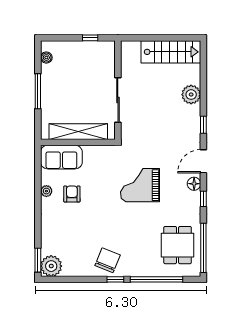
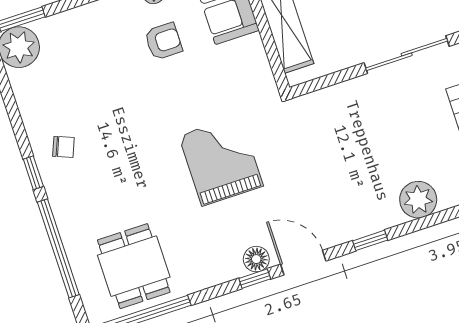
sliding door: (118, 100) -> (407, 55), moved
window: (203, 199) -> (255, 279), moved
dining table: (178, 245) -> (134, 266), turned 90
chair: (108, 260) -> (63, 147), width x0.54, depth x0.54

